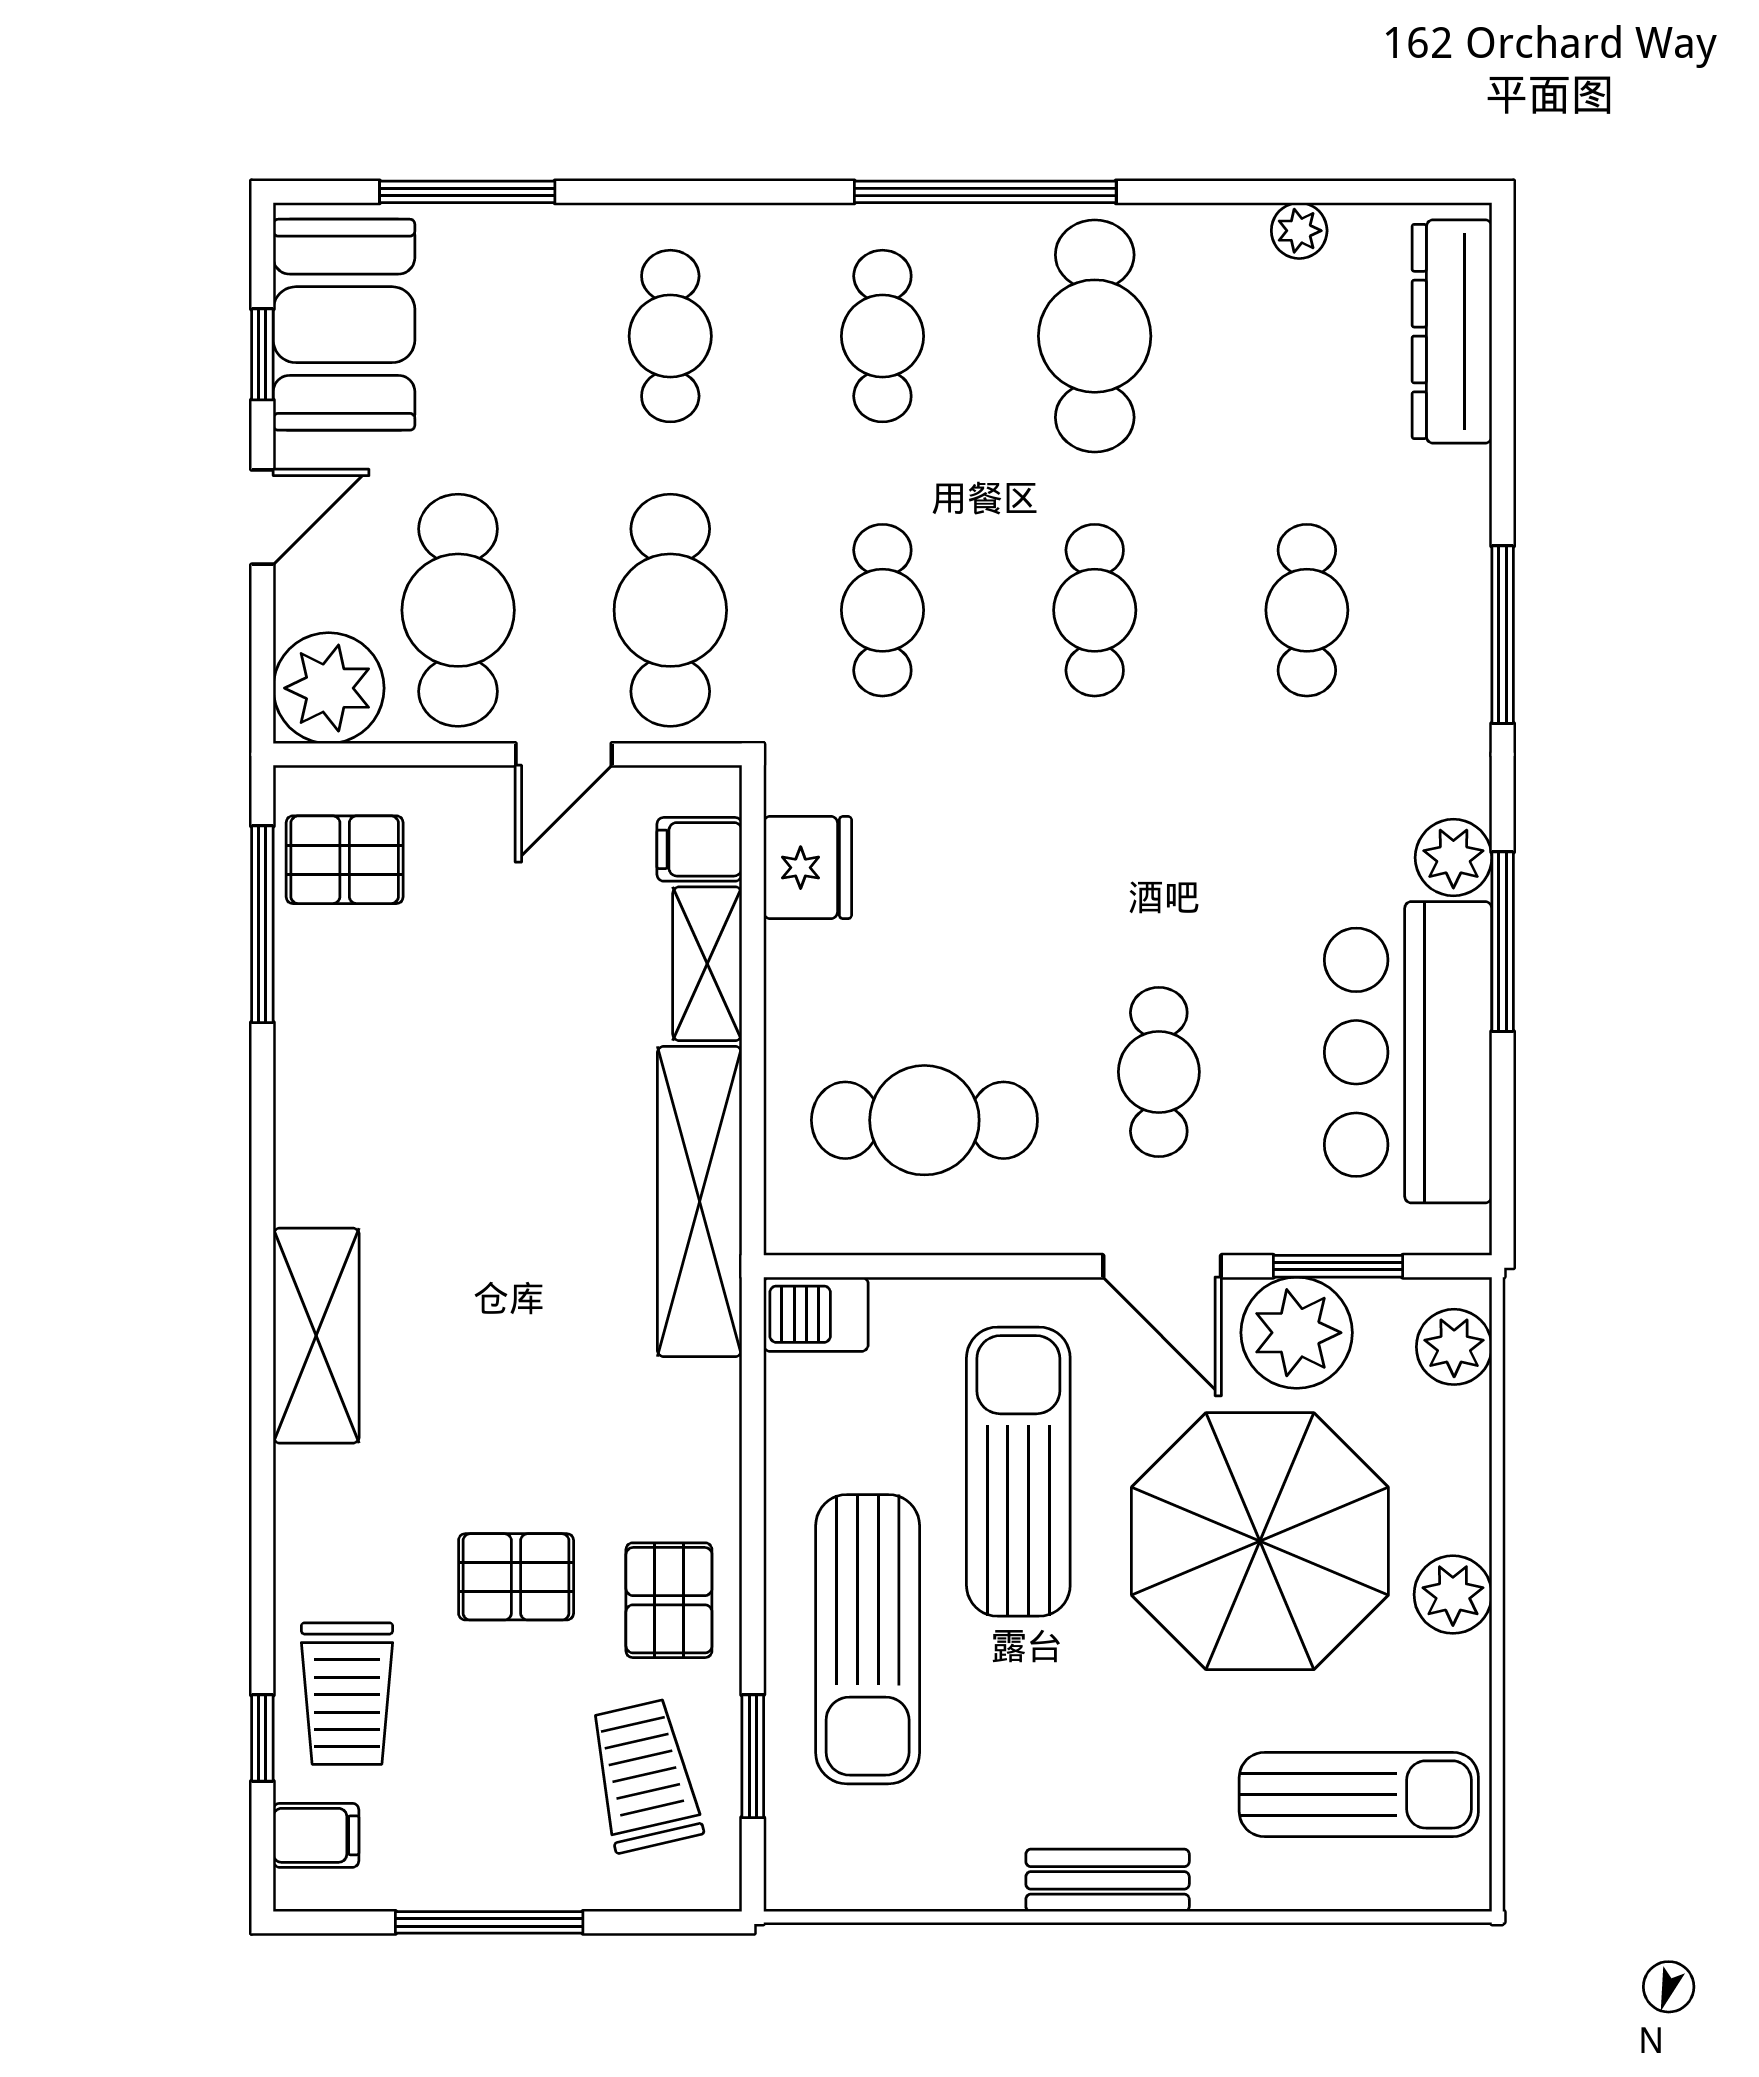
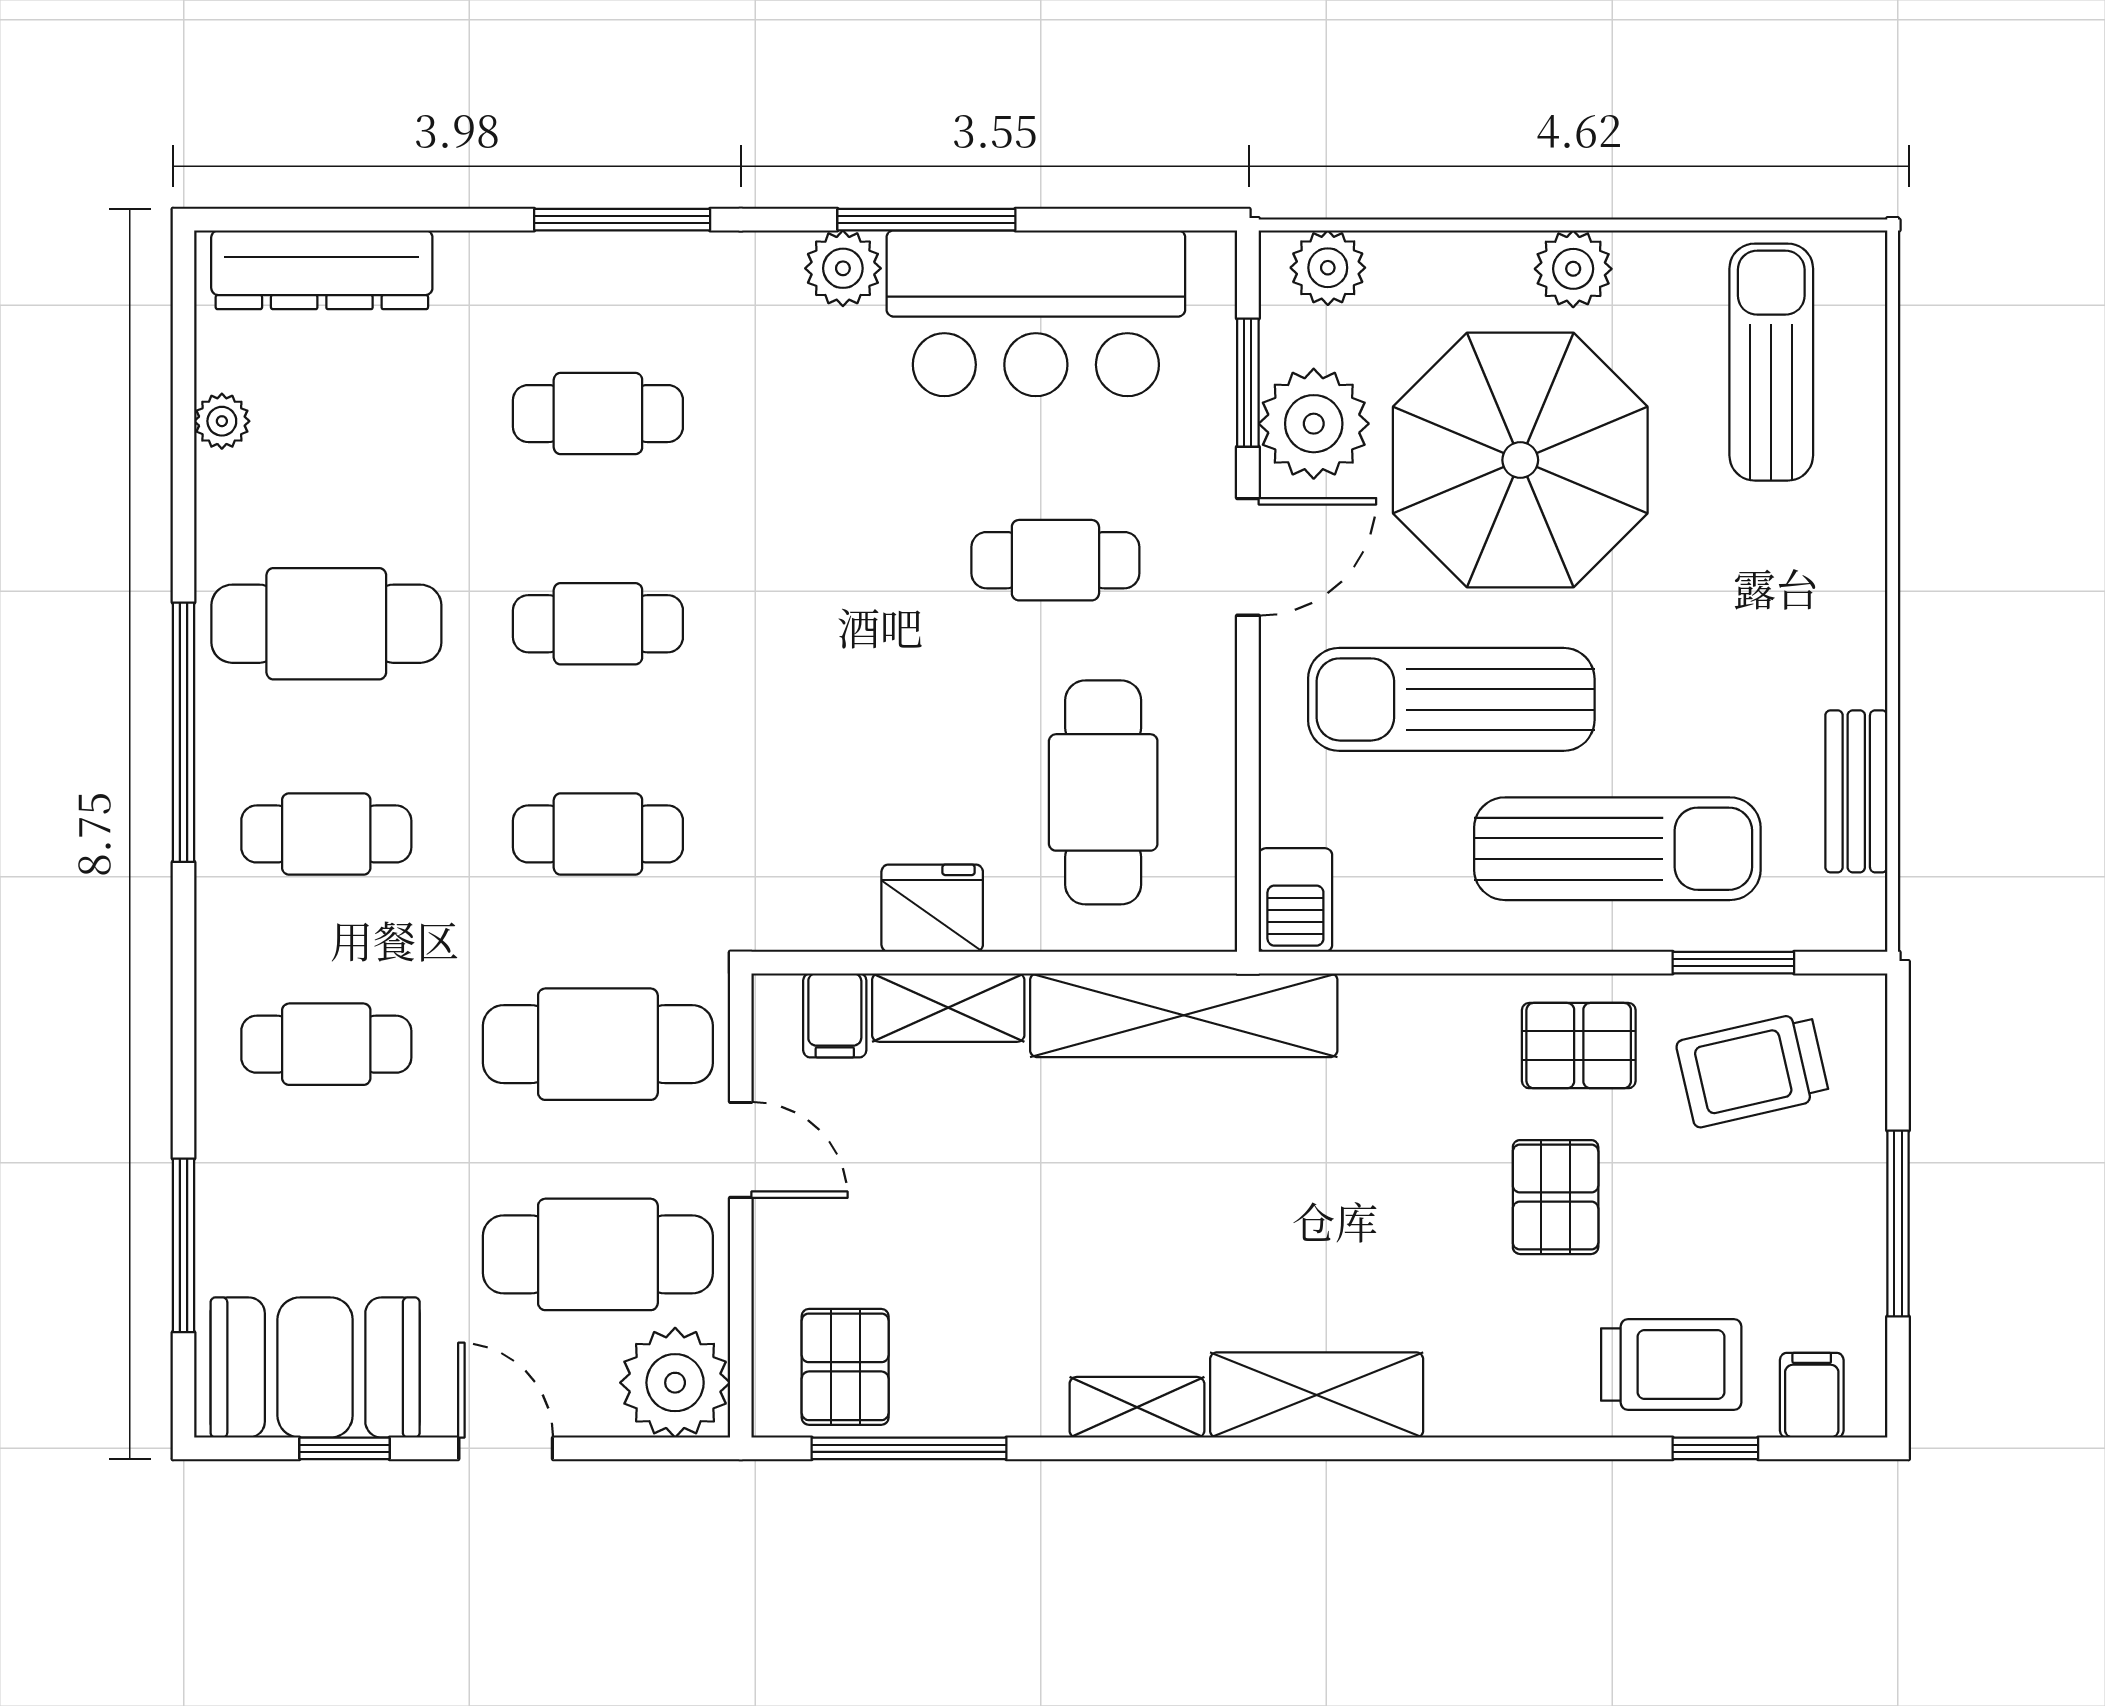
fridge: (808, 868) -> (932, 908), moved
shelving: (304, 1154) -> (1137, 1407), added
bench: (1108, 1880) -> (1856, 791), moved

